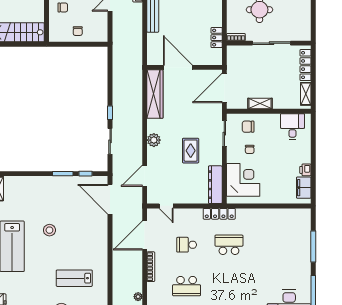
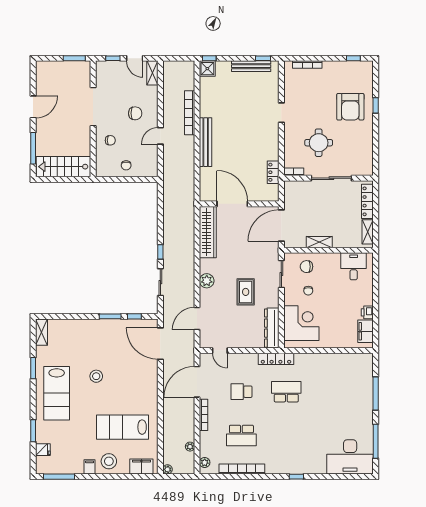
lab bench: (74, 278) -> (122, 427), width x1.36, depth x1.39

